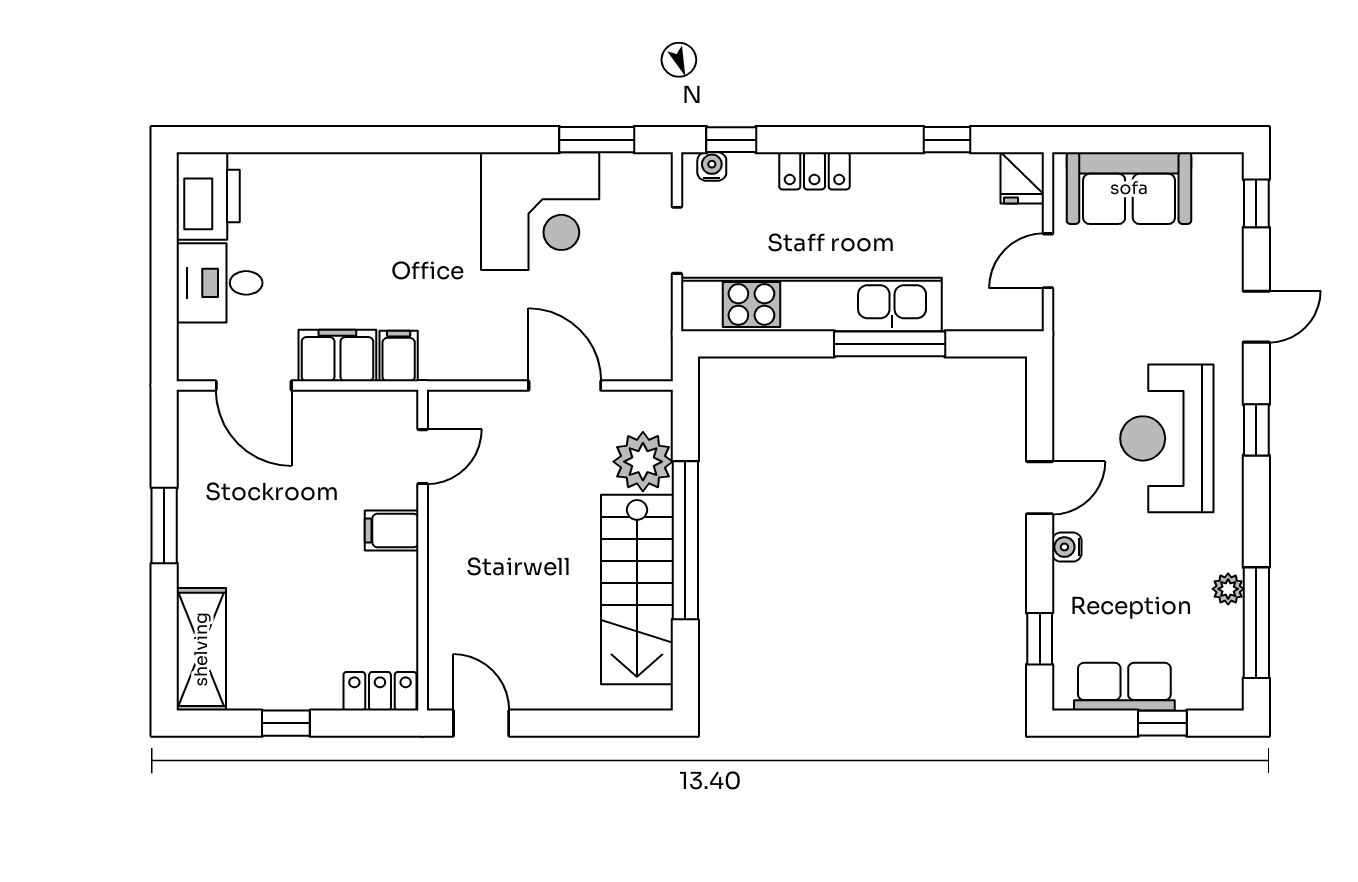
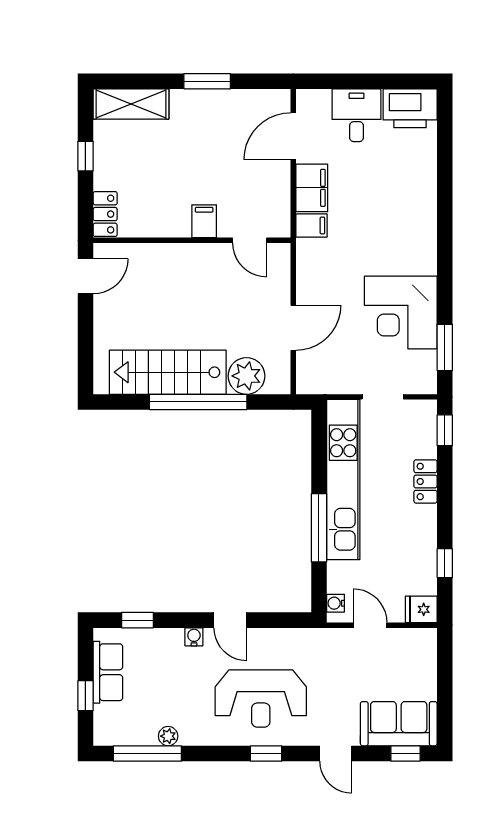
water cooler: (712, 167) -> (336, 603), moved, turned 180
sofa: (1129, 188) -> (399, 724), moved, turned 90
reception desk: (1167, 438) -> (261, 698), turned 180

